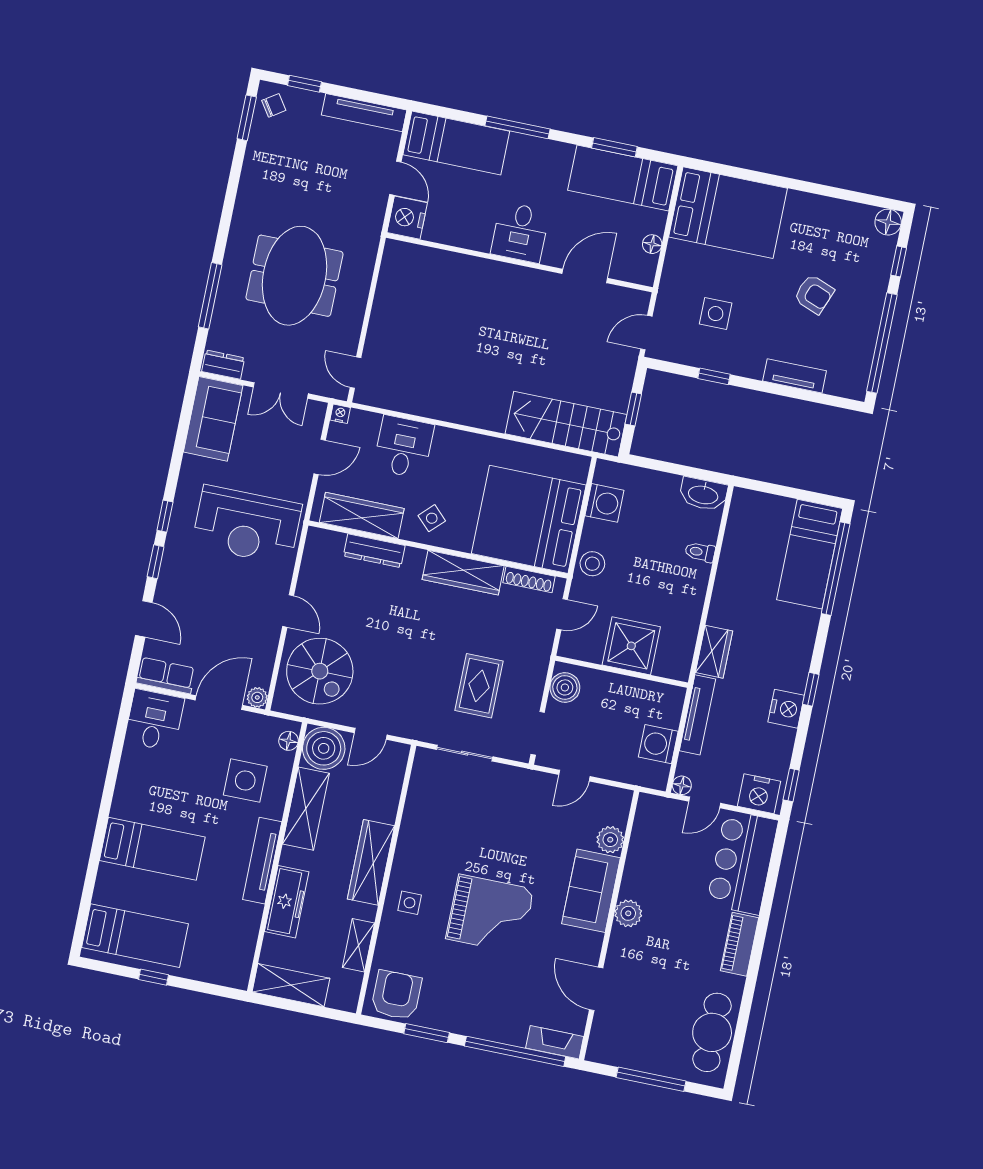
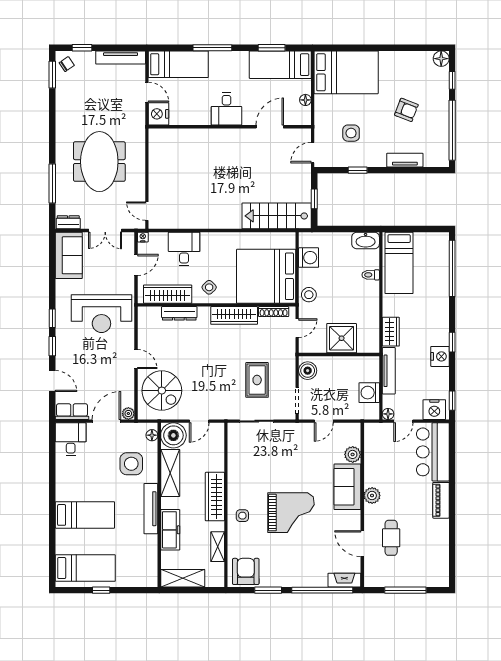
bed: (810, 554) -> (399, 263), moved
cafe table: (712, 1032) -> (391, 538), moved, width x0.73, depth x0.74

